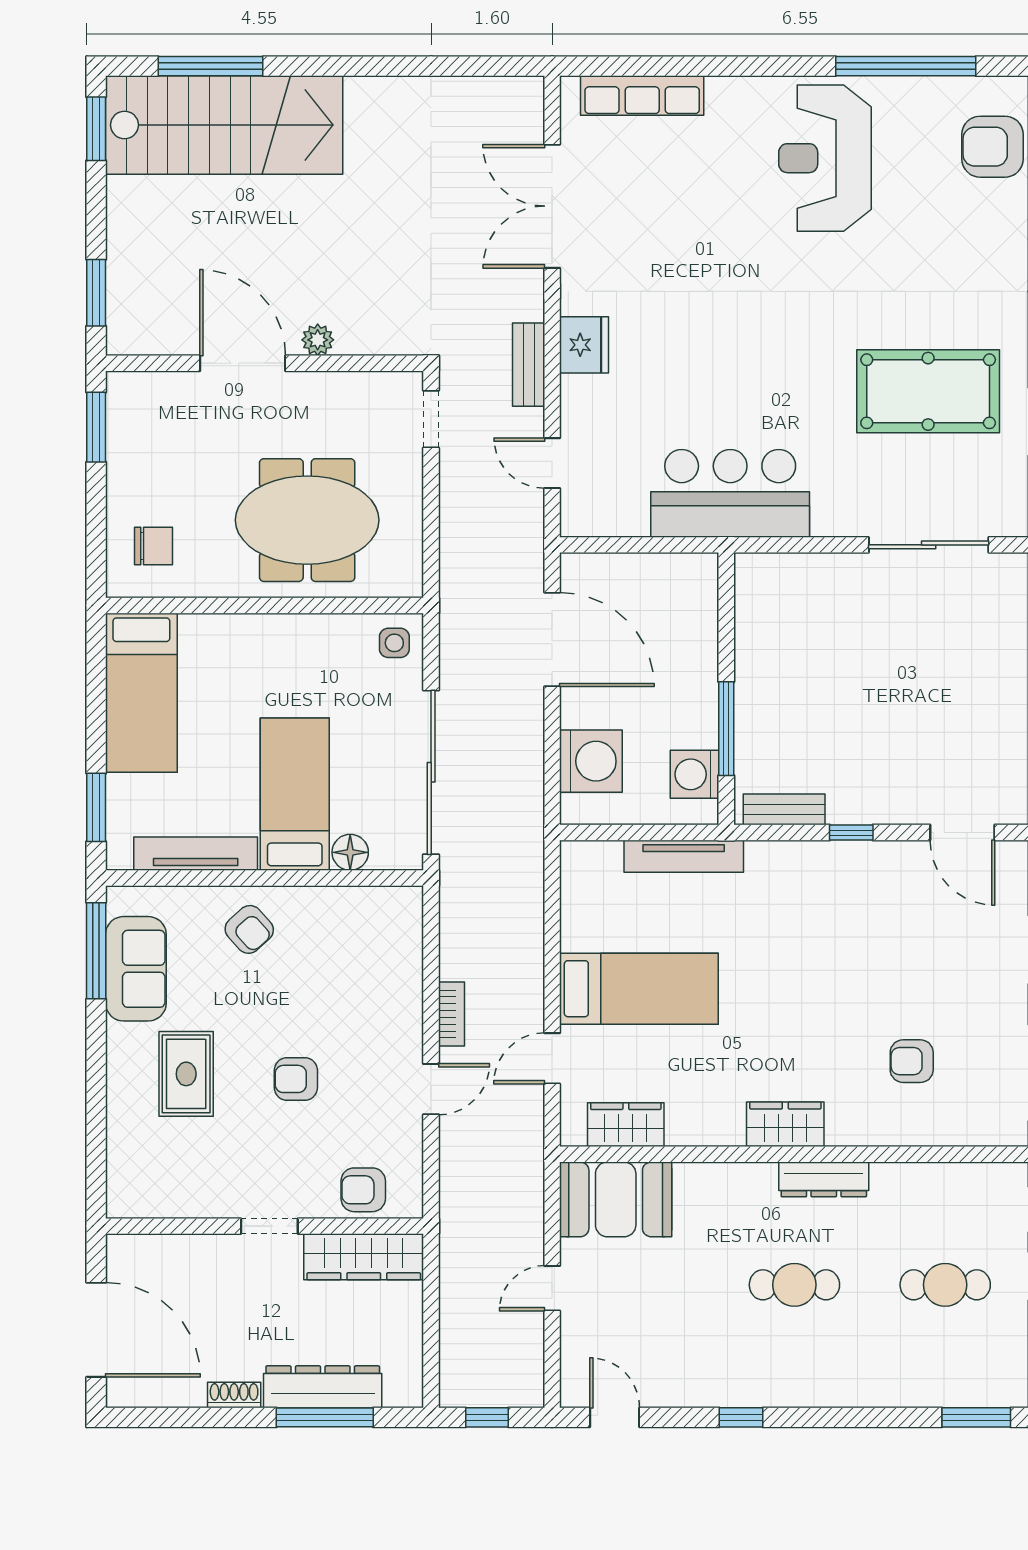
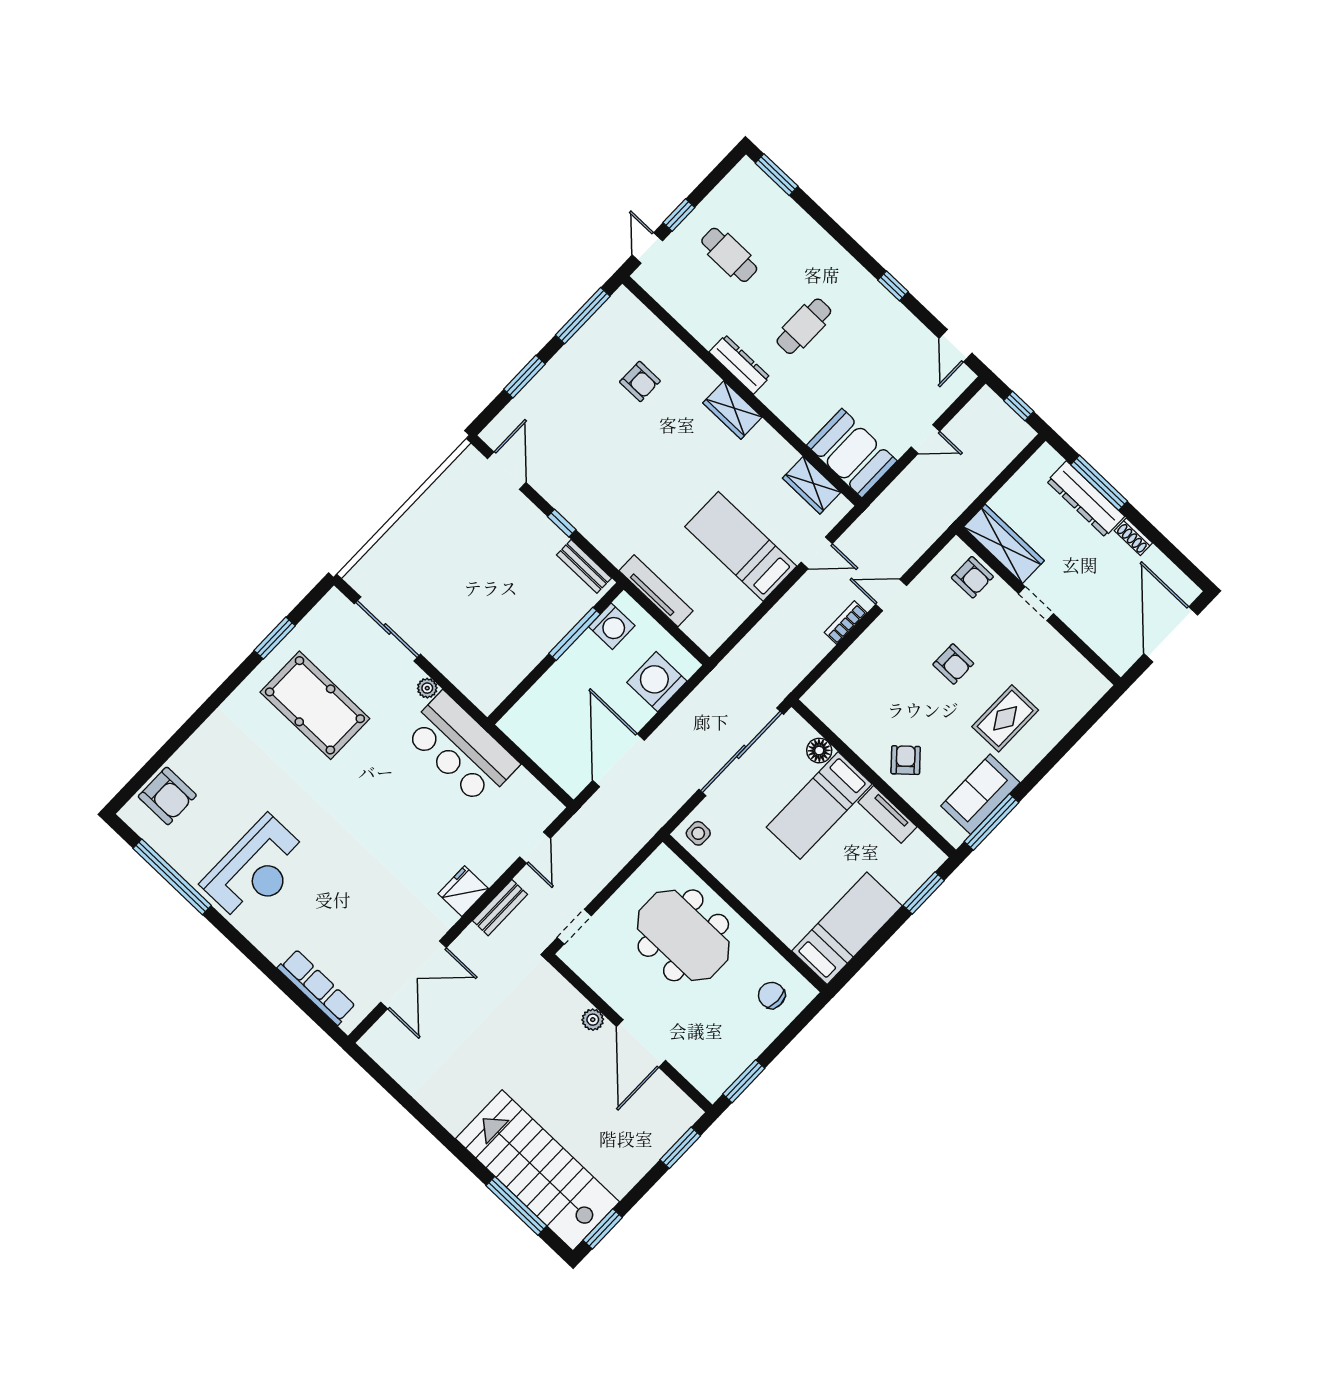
plant: (827, 523) -> (427, 688), added
tv unit: (196, 854) -> (887, 814), width x0.71
cafe table: (794, 1285) -> (804, 326), turned 90

